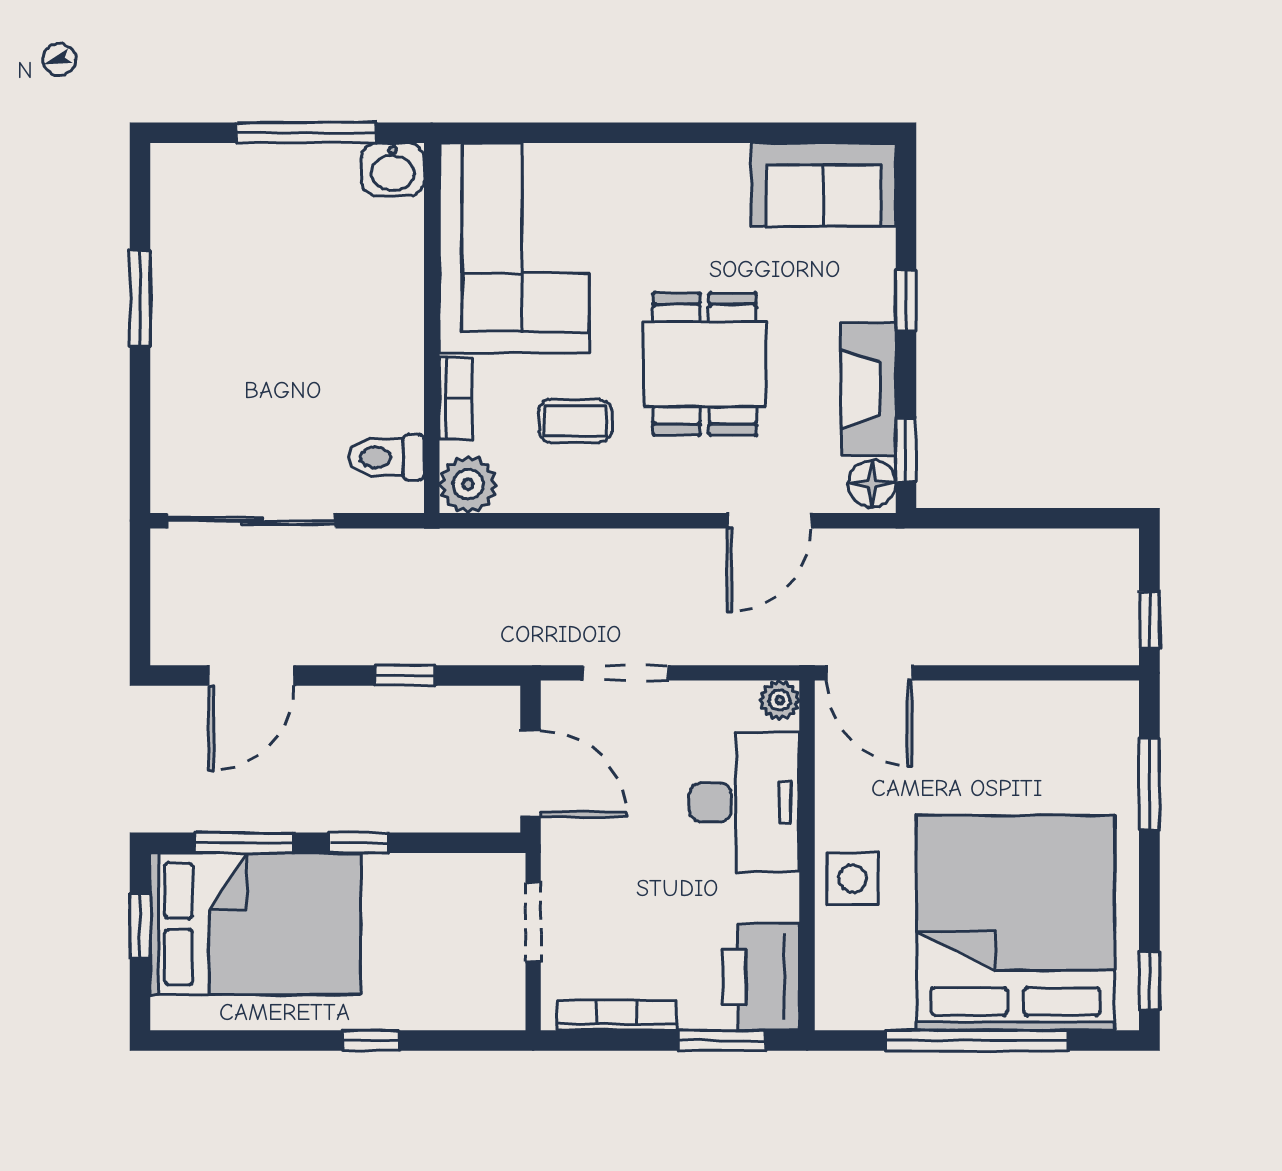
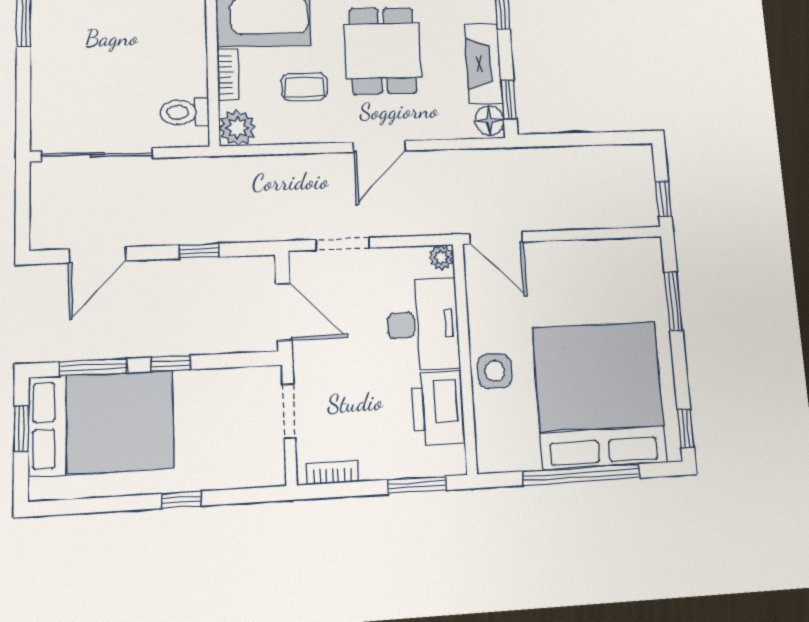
door: (769, 521) -> (380, 146), moved
printer: (761, 977) -> (438, 408), moved
bookcase: (617, 1015) -> (333, 473), width x0.64

